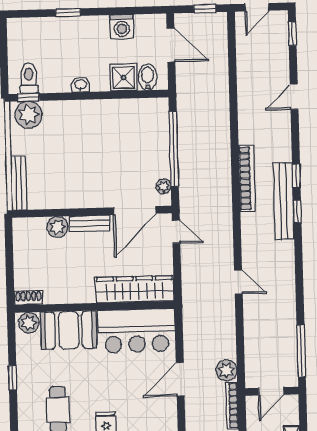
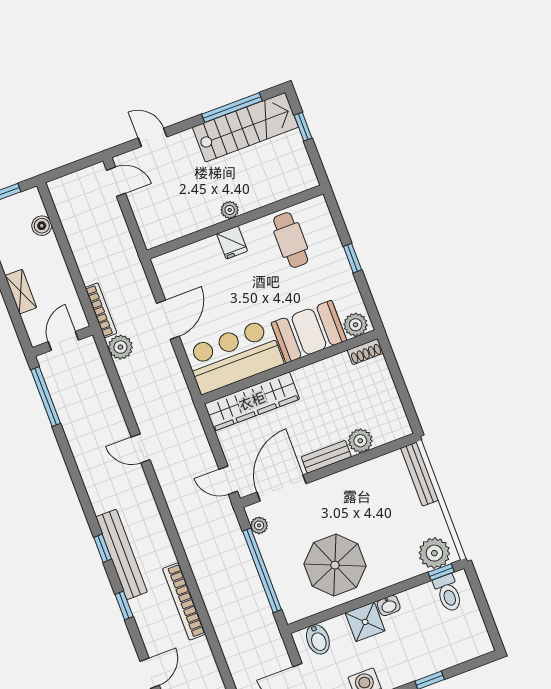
shower: (124, 78) -> (365, 622), moved
parasol: (113, 133) -> (335, 565), added
window: (296, 176) -> (124, 605), moved
bookcase: (247, 178) -> (184, 601), moved

